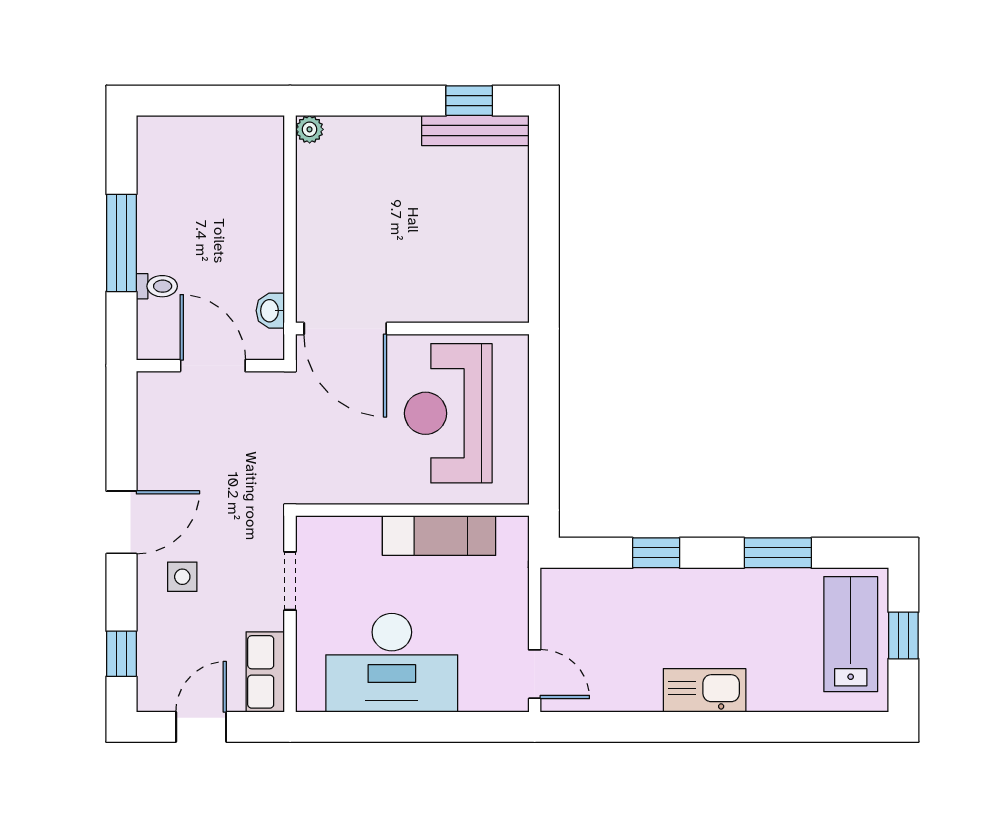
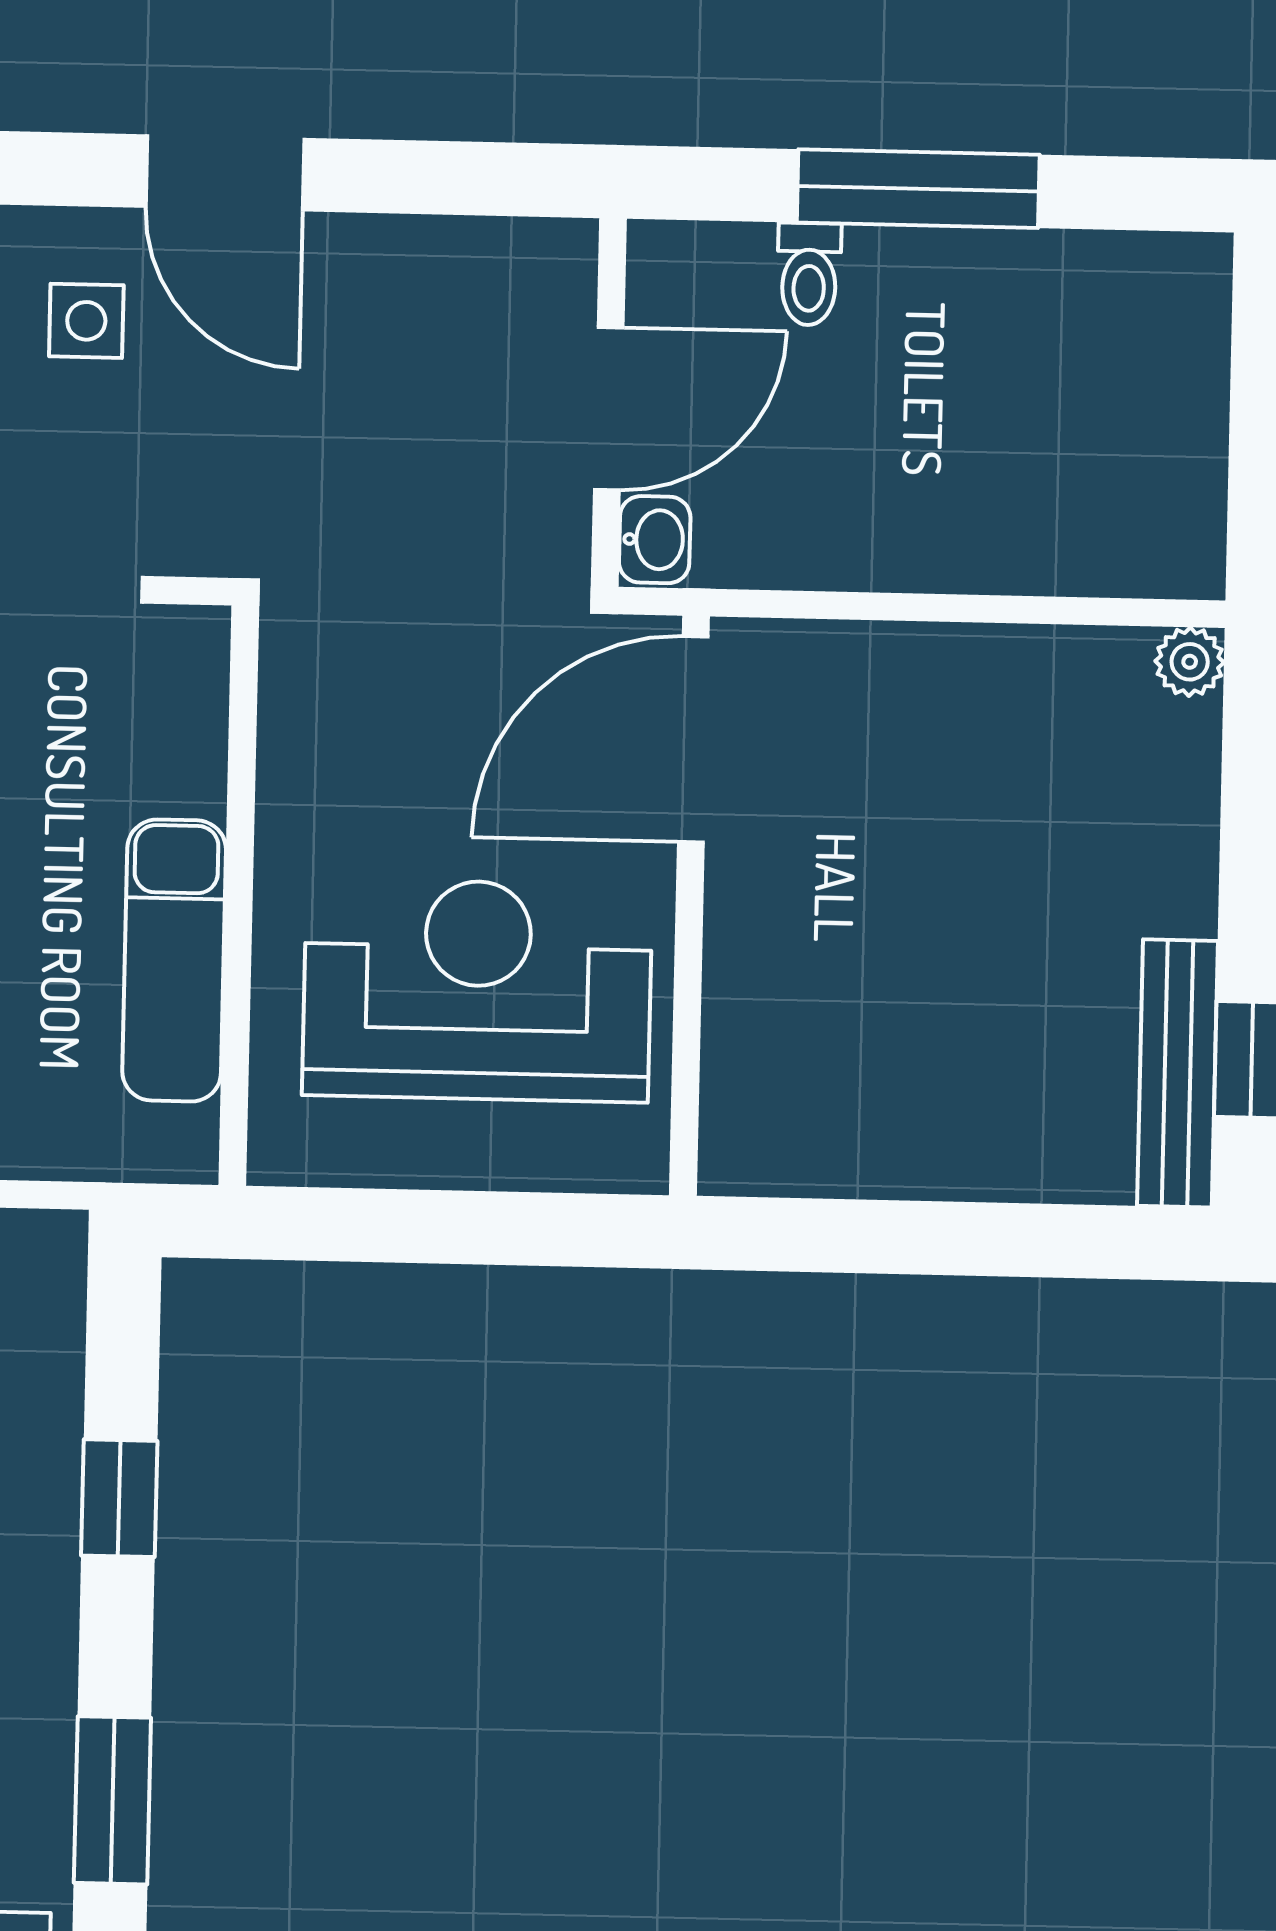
washbasin: (270, 311) -> (655, 540), moved, turned 90

